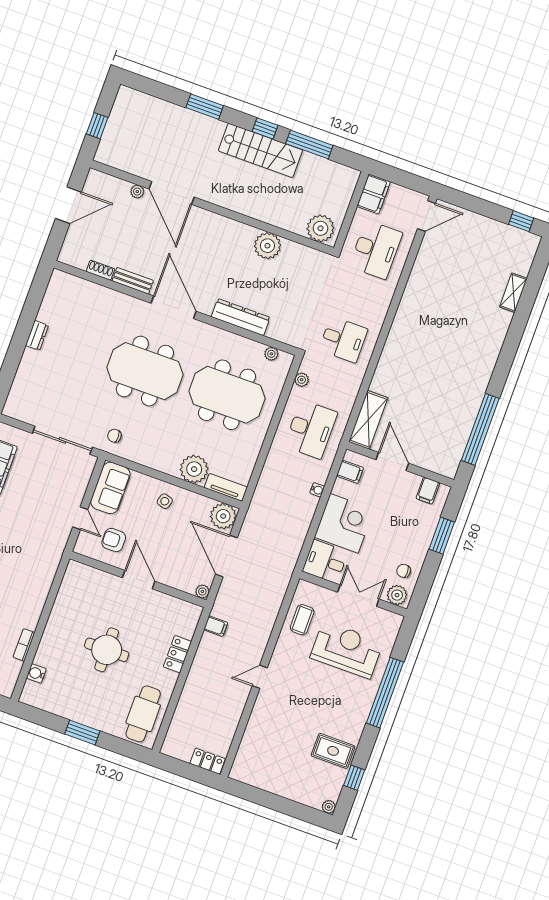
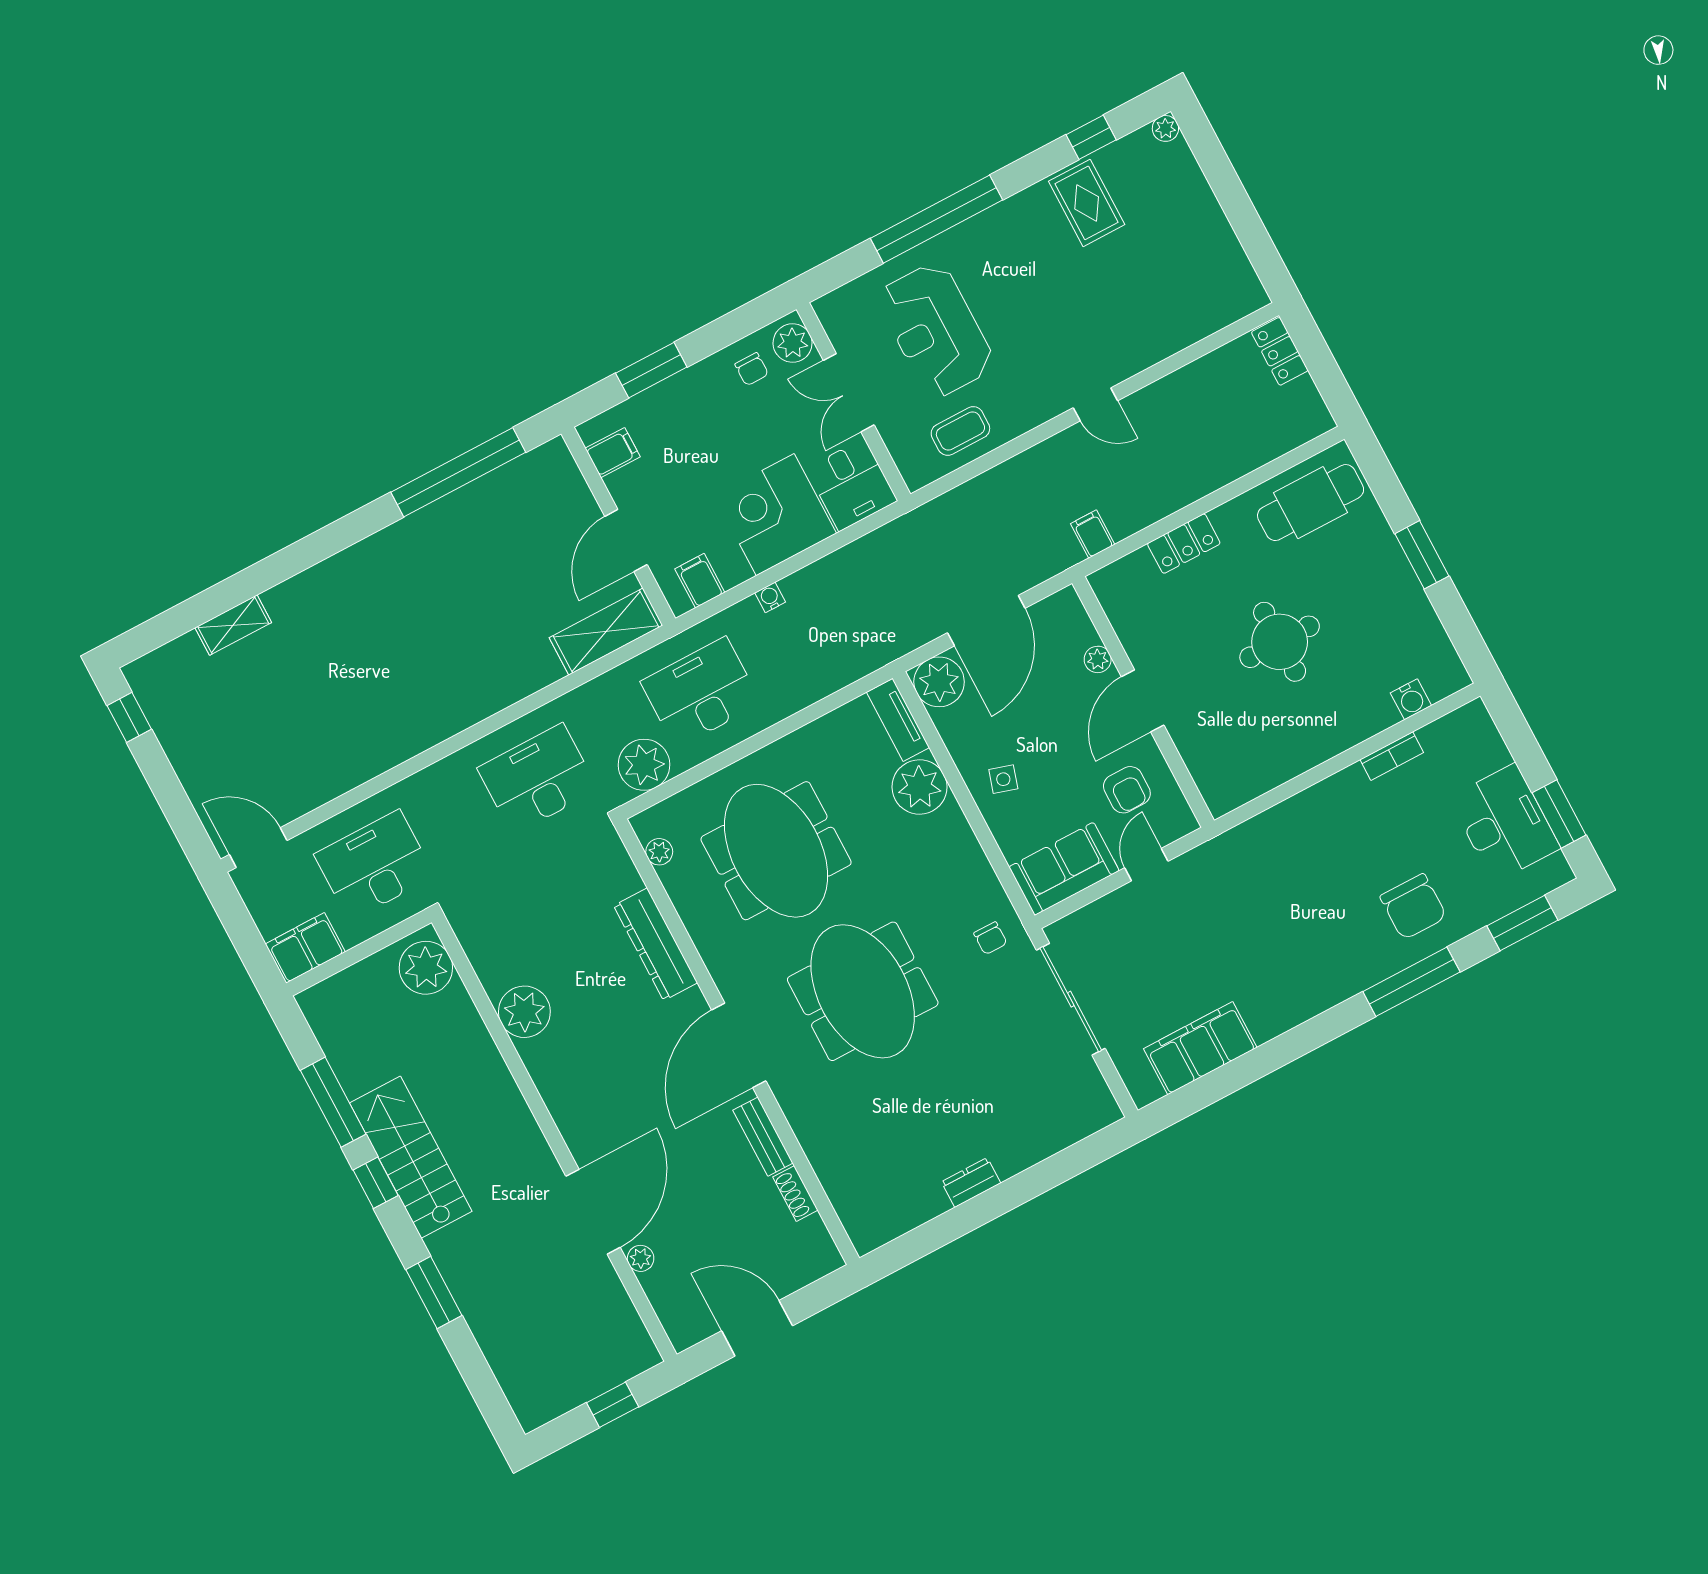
desk: (343, 340) -> (538, 779), width x1.37
plant: (302, 380) -> (644, 765), width x1.88, depth x1.88
plant: (202, 591) -> (1098, 659), moved

